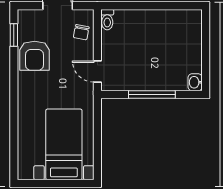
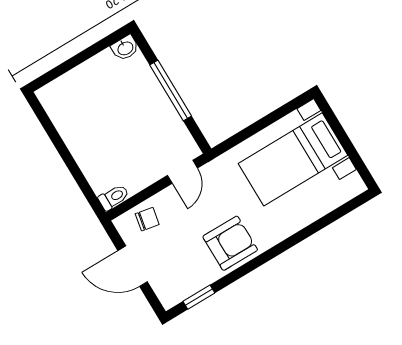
armchair: (35, 56) -> (230, 243), moved

